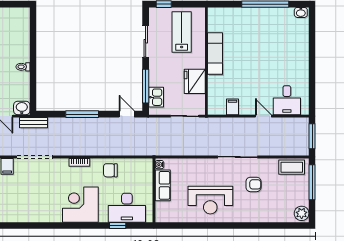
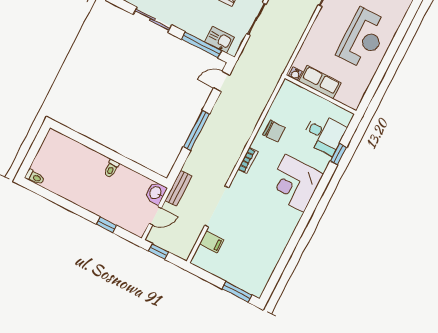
chair: (110, 170) -> (274, 131), turned -90
desk: (127, 208) -> (324, 134), width x0.73

